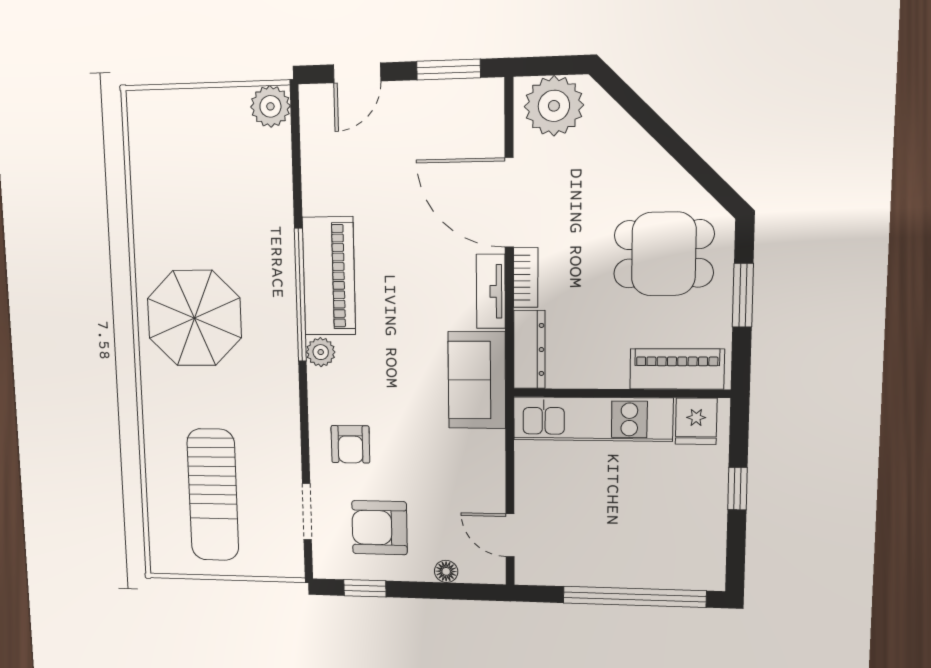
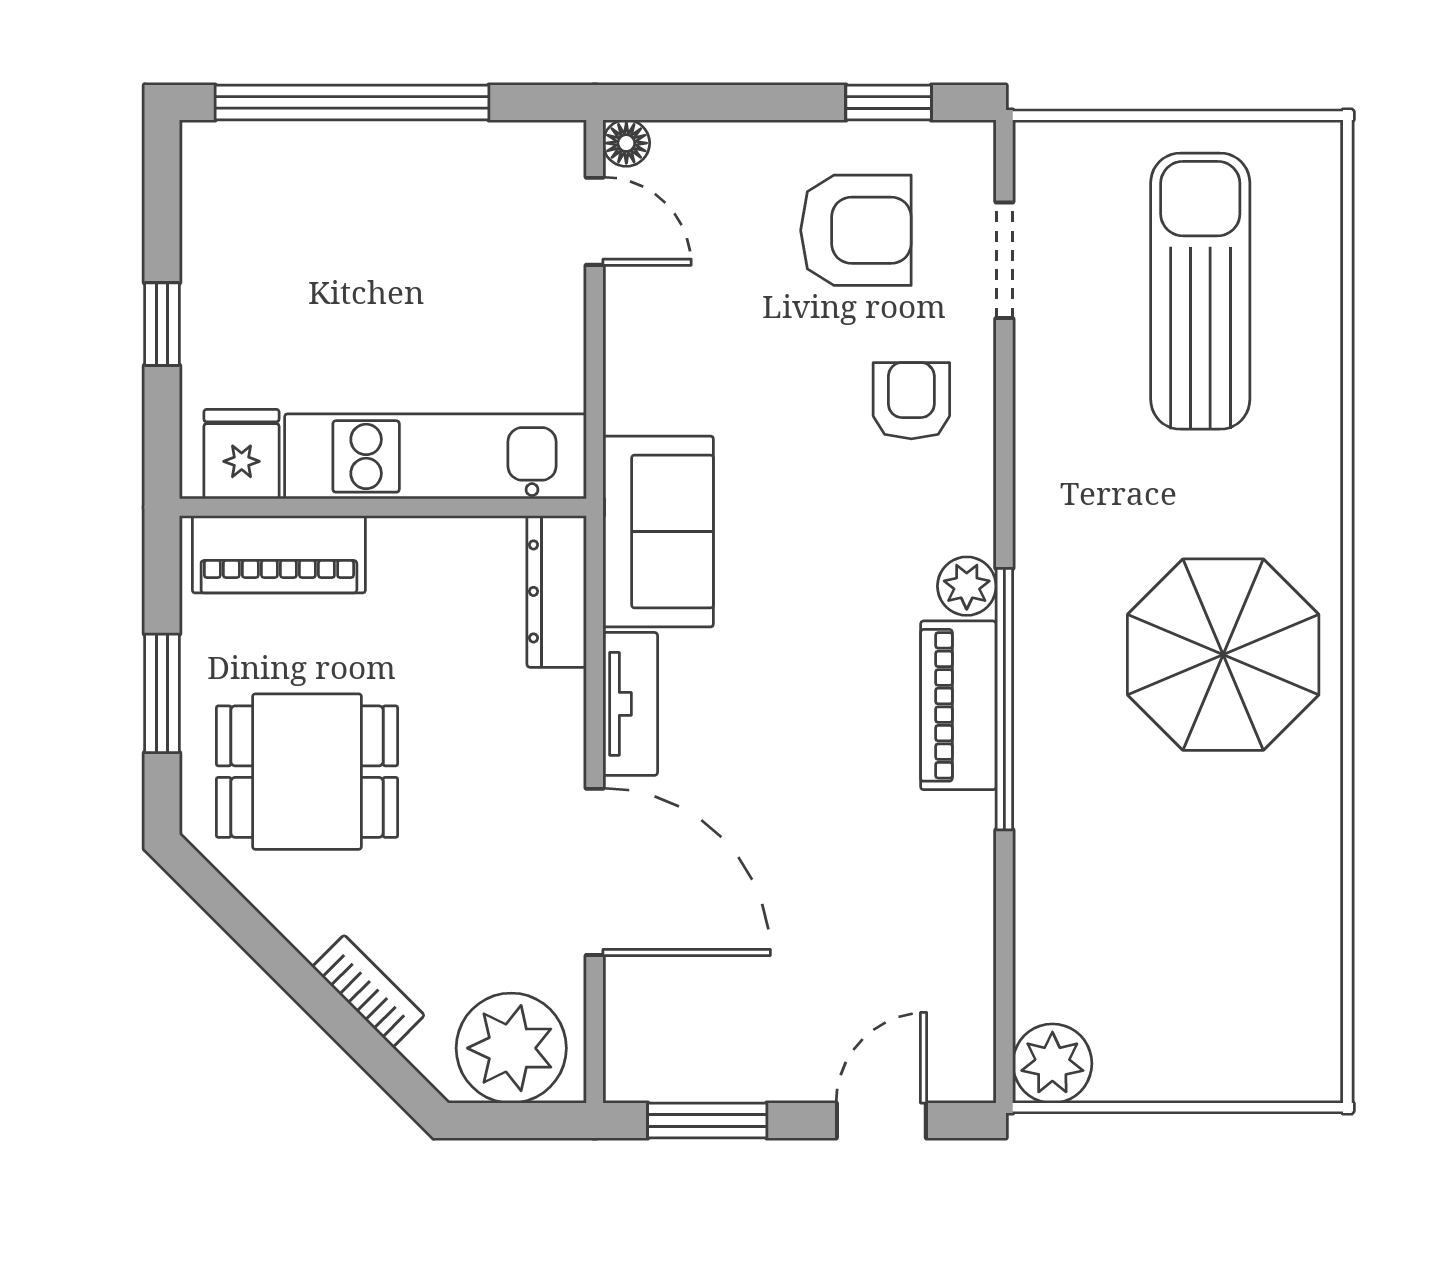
piano: (329, 276) -> (958, 705), width x0.73, depth x0.75
bookcase: (526, 278) -> (368, 991), moved, turned 135
floor lamp: (446, 571) -> (626, 143), moved

